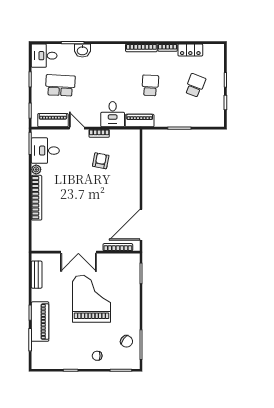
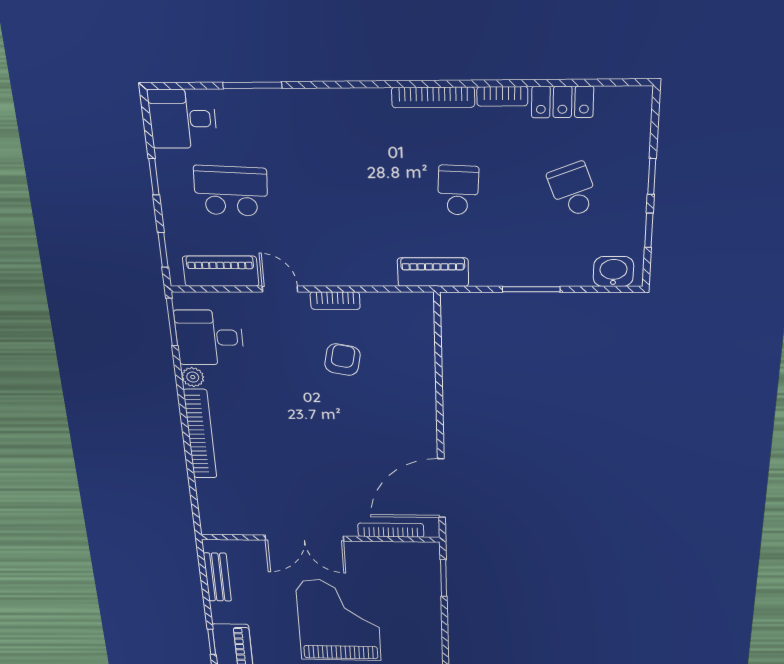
washbasin: (82, 50) -> (613, 272), moved, turned 180
school desk: (195, 85) -> (573, 190), turned -42
desk: (113, 114) -> (366, 258), removed

